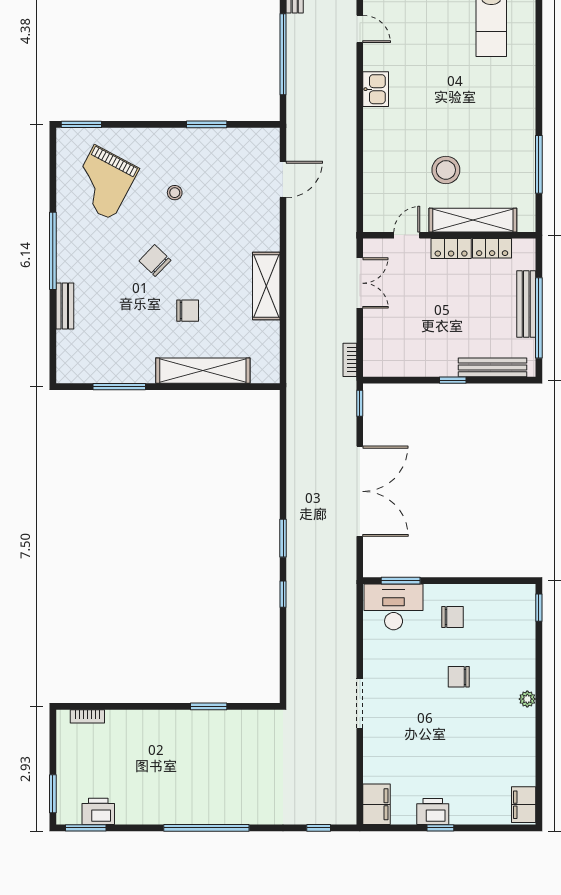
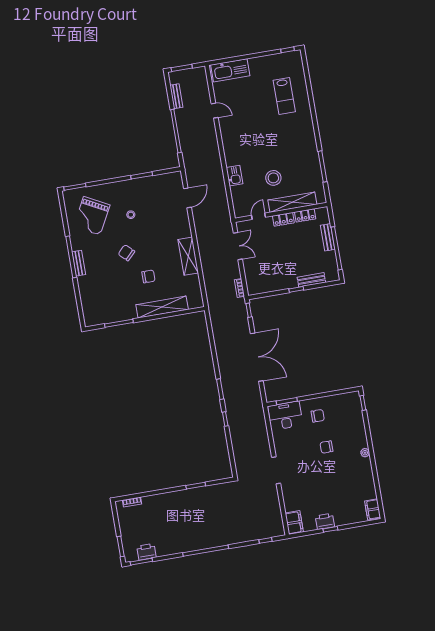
kitchen sink: (376, 89) -> (234, 176), moved
bench: (526, 304) -> (328, 237), width x0.73
bench: (65, 306) -> (79, 263), moved
bench: (492, 367) -> (311, 280), width x0.73

